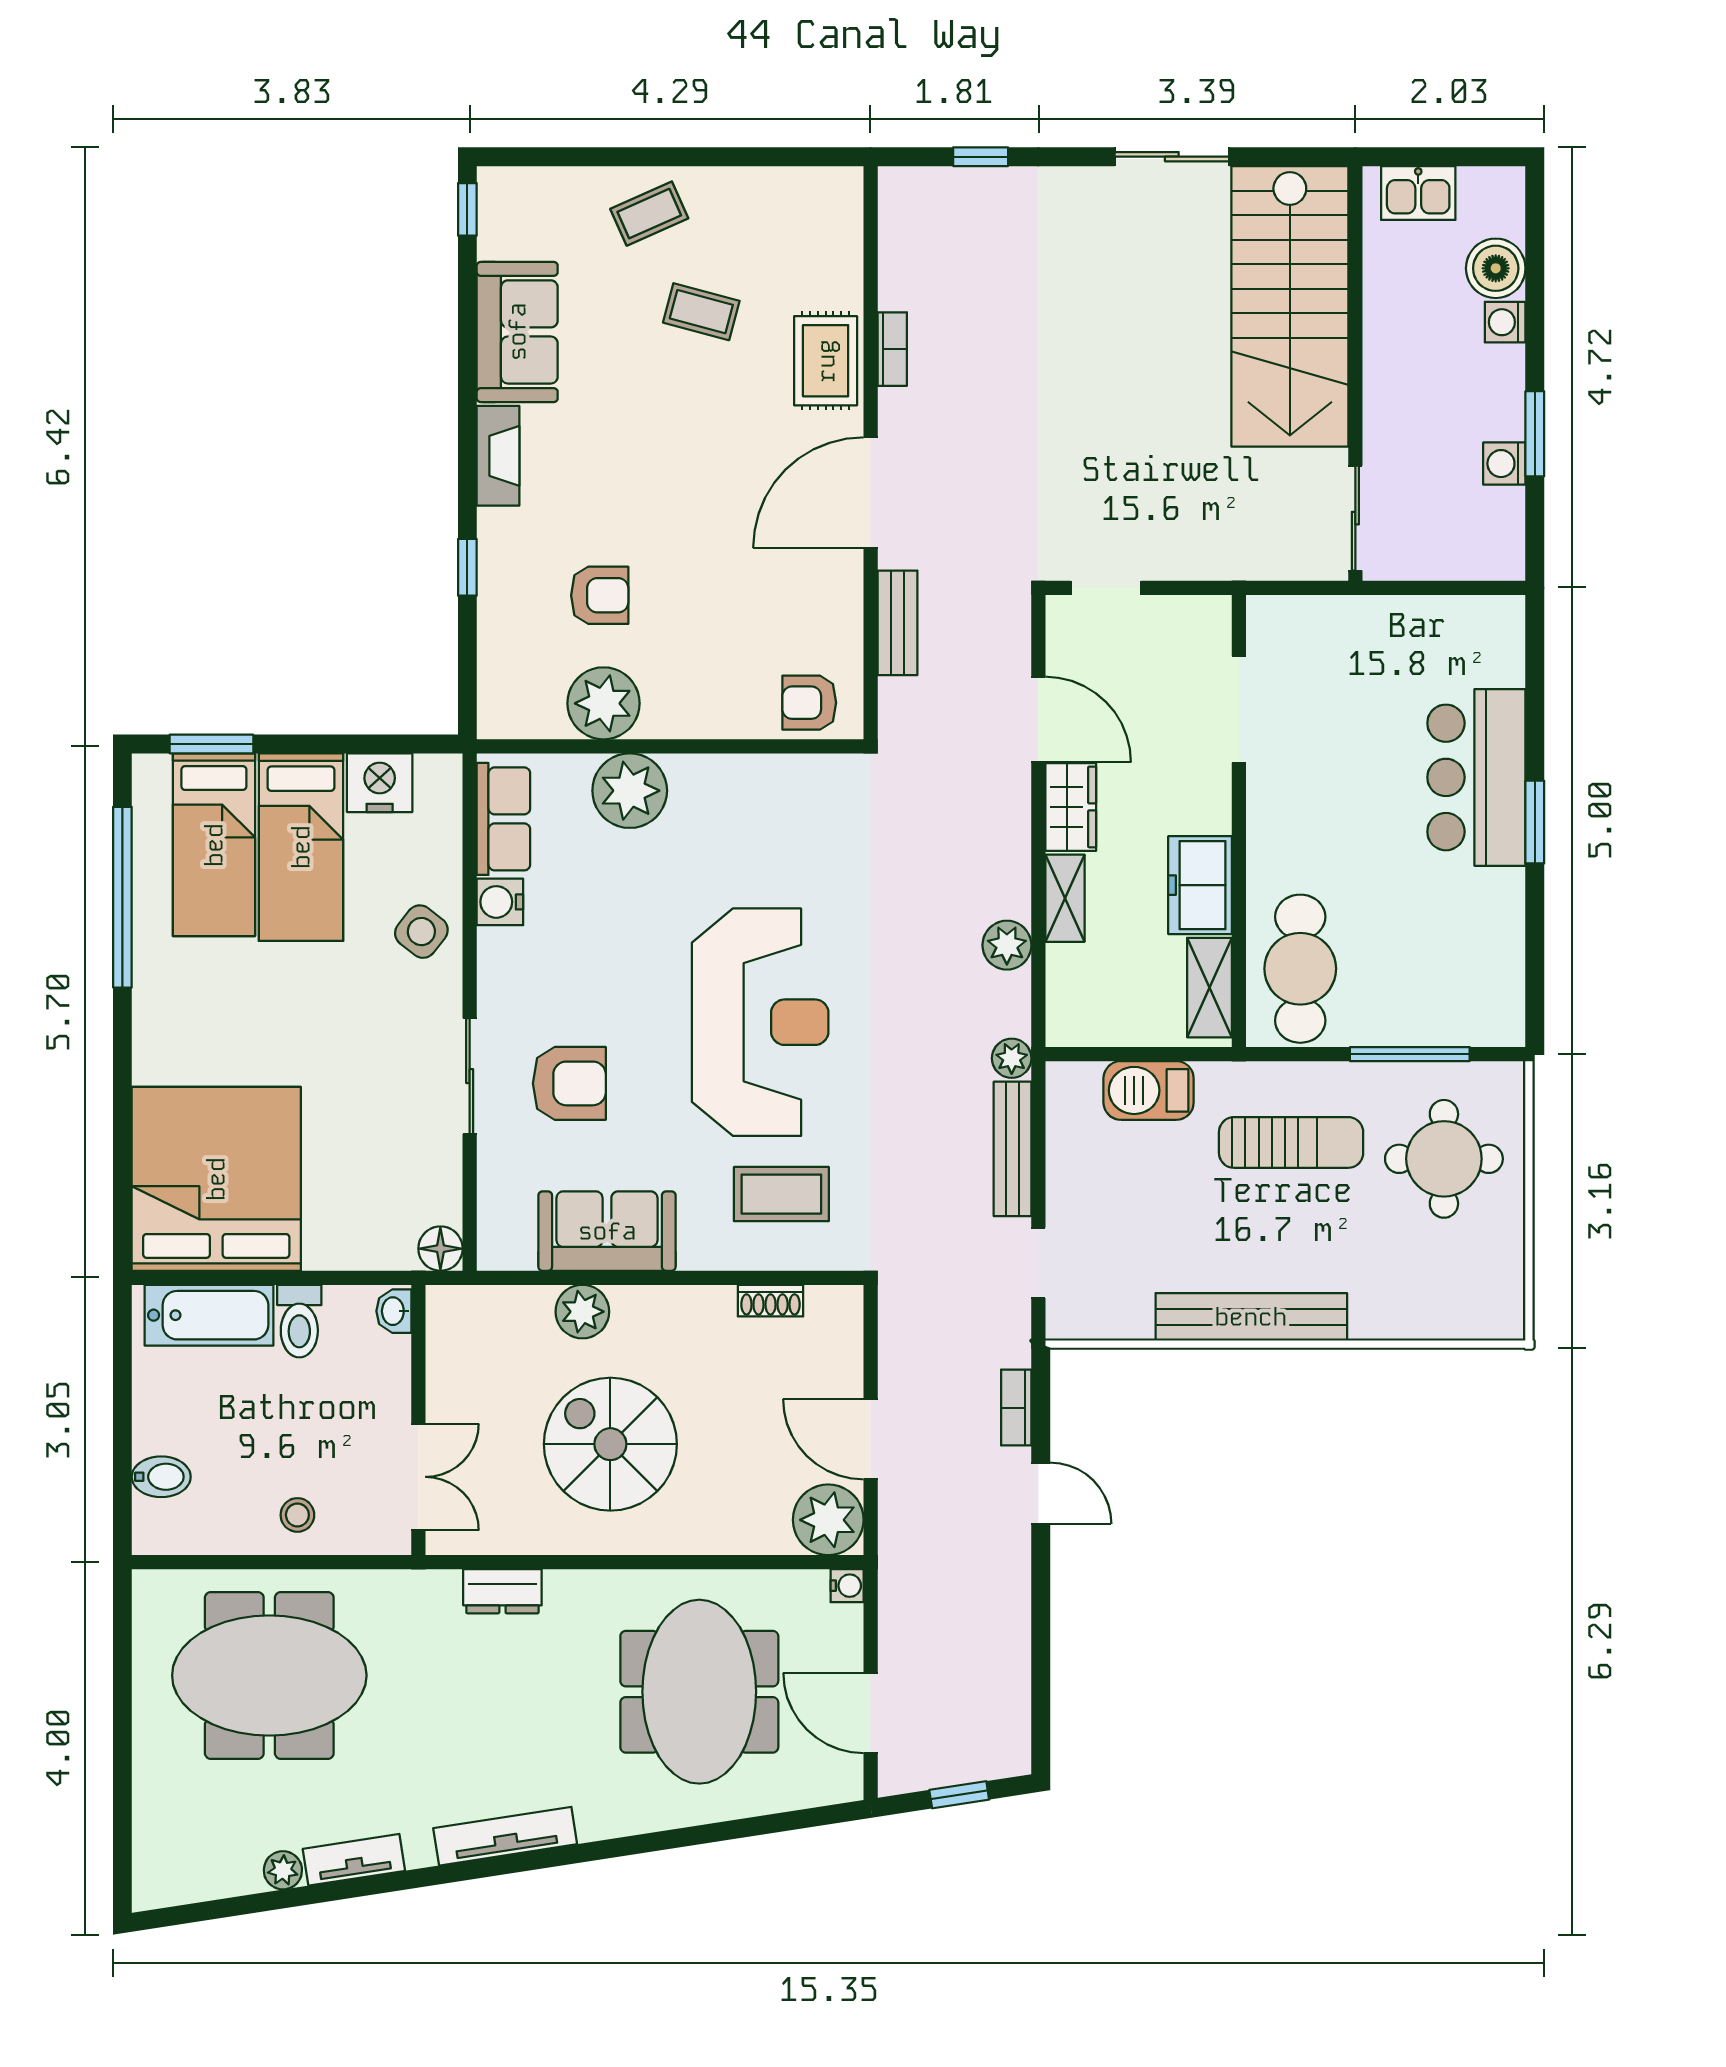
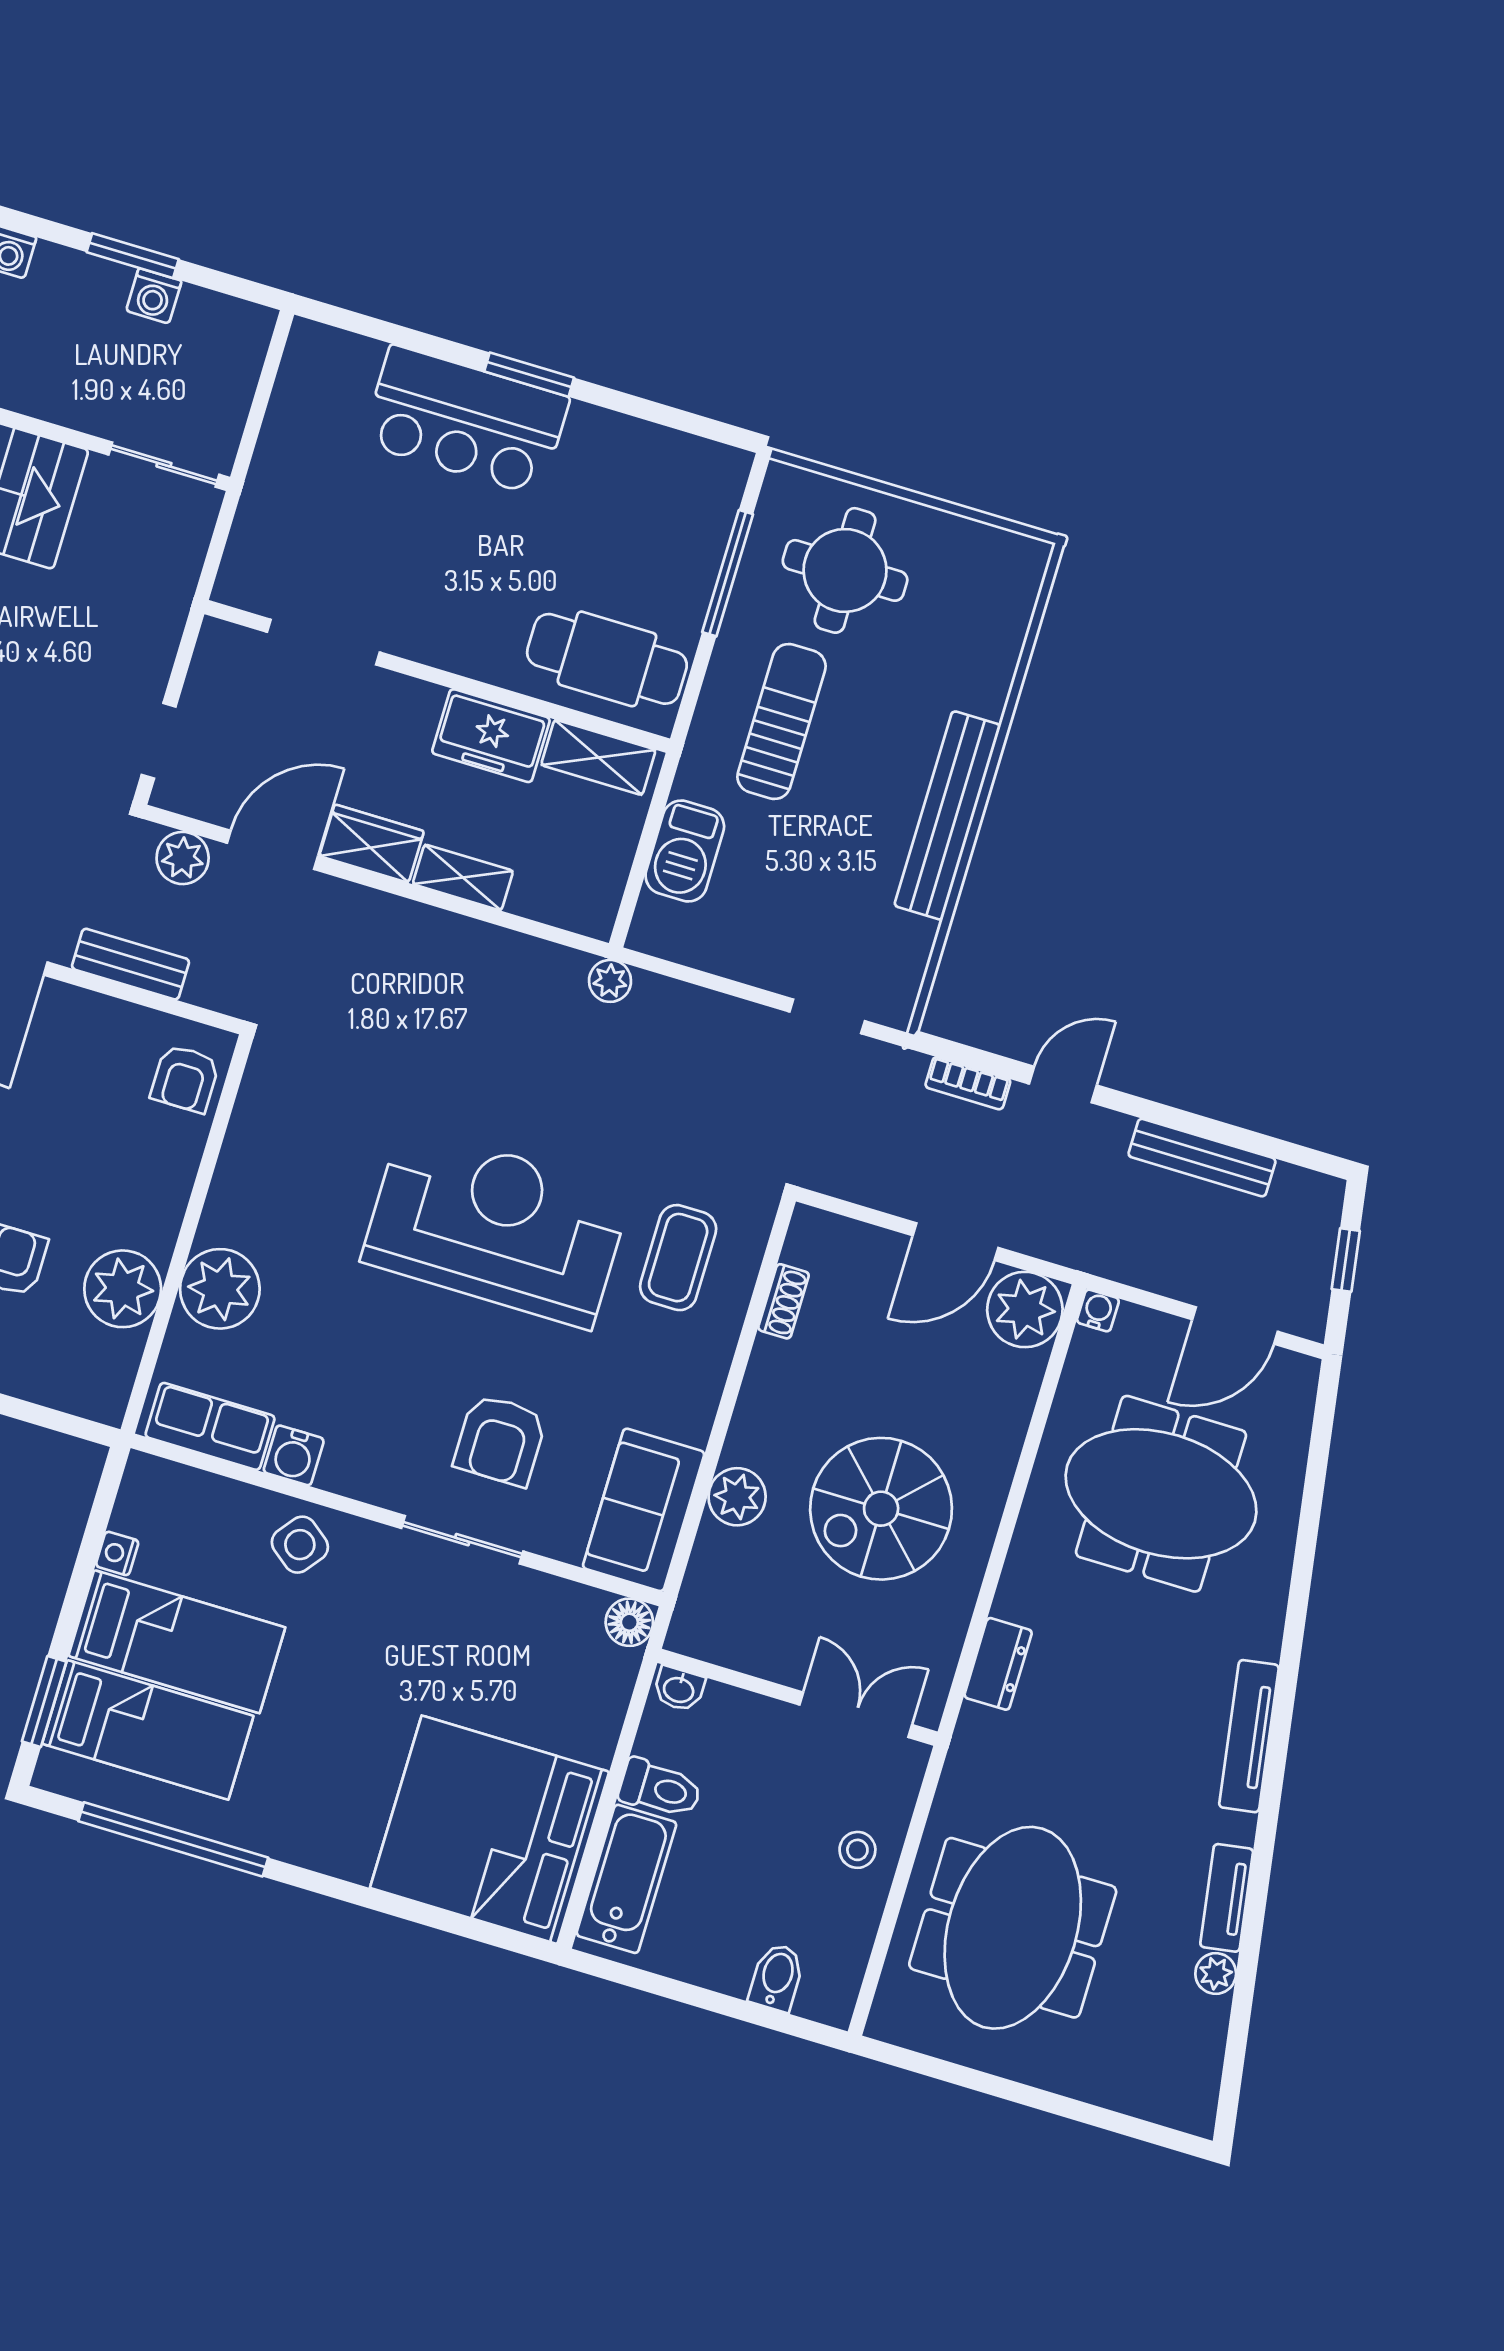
nightstand: (380, 783) -> (117, 1553), width x0.53, depth x0.56
plant: (1007, 945) -> (183, 858), moved
armchair: (569, 1083) -> (500, 1440), turned 180
bench: (1013, 1149) -> (1202, 1158), moved
sofa: (607, 1231) -> (644, 1510), moved

